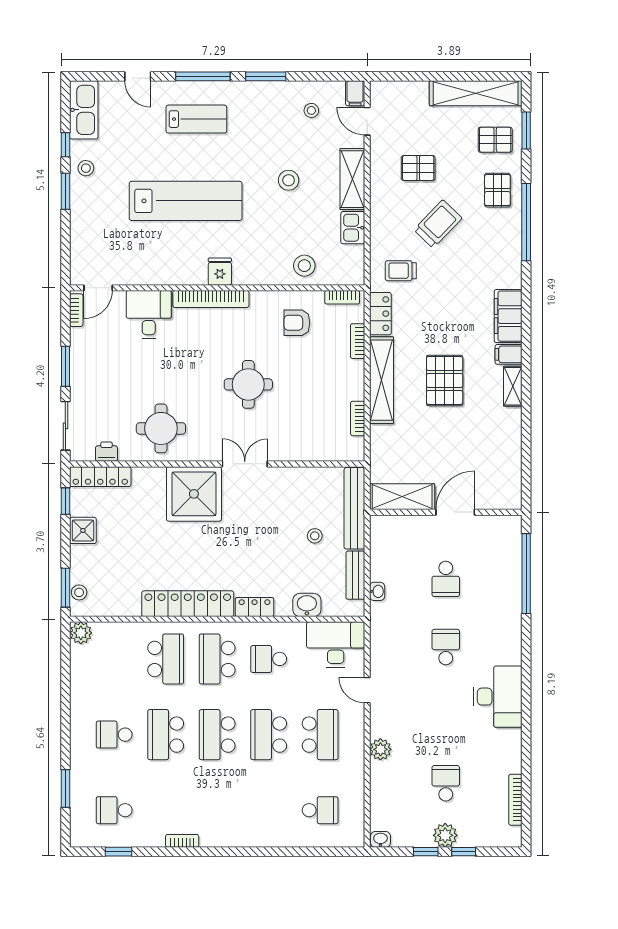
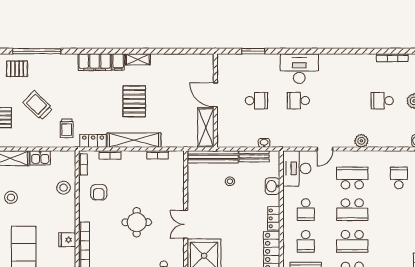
pallet: (445, 380) -> (134, 101), turned 90
window: (526, 574) -> (253, 51), width x0.47
school desk: (217, 659) -> (306, 241), width x0.54
desk: (498, 697) -> (299, 69), moved

